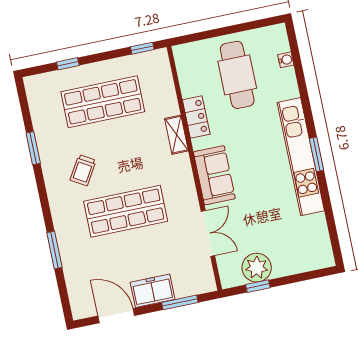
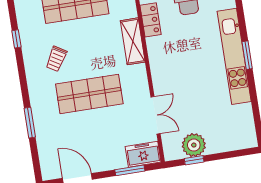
shelving: (176, 135) -> (133, 41), width x1.50, depth x1.33
window: (33, 148) -> (16, 39), width x0.67
sofa: (214, 175) -> (163, 68), removed
freezer: (153, 291) -> (143, 154), moved

